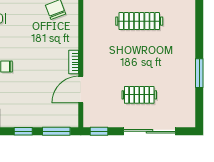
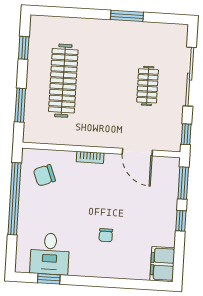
clothes rail: (139, 21) -> (63, 81), width x1.37, depth x1.31
bookcase: (74, 62) -> (90, 157), moved

